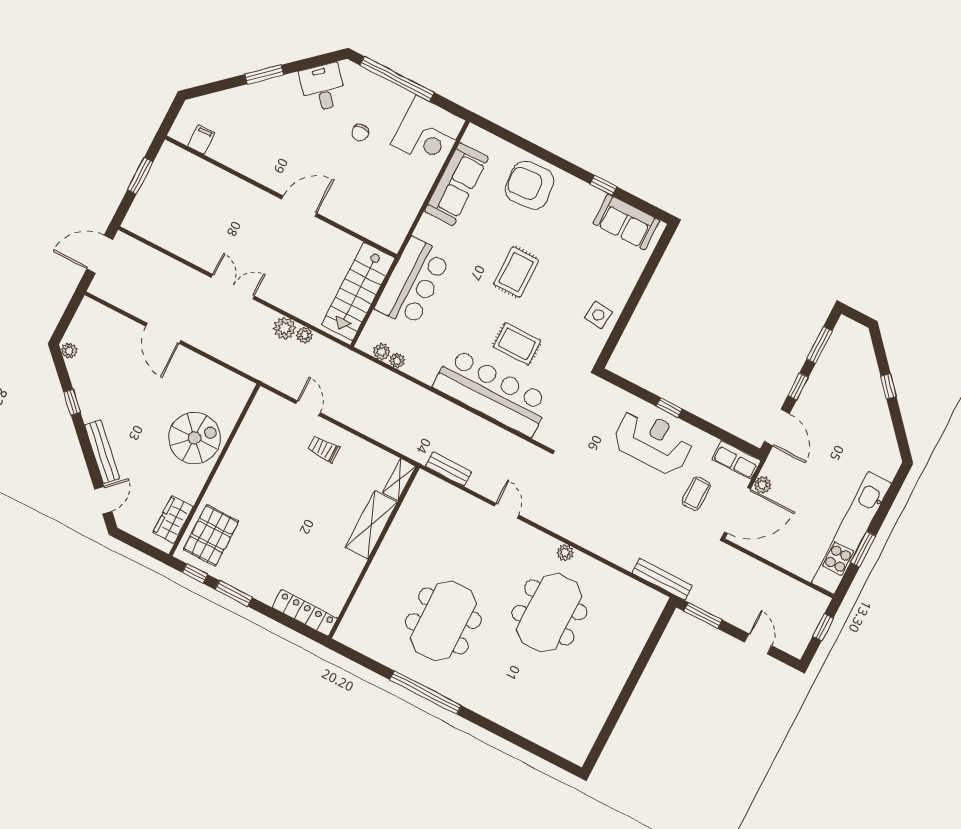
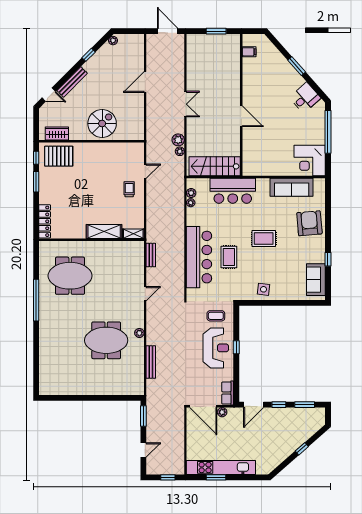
chair: (360, 133) -> (292, 127), removed
spiral stairs: (194, 438) -> (102, 123), turned -90
coffee table: (696, 493) -> (216, 316), moved
bench: (662, 579) -> (151, 362), moved
meeting table: (443, 621) -> (70, 276), moved

